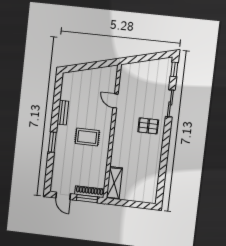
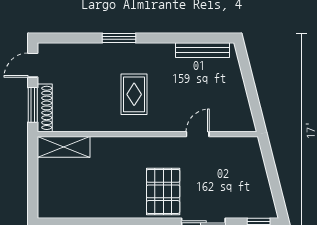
bench: (63, 113) -> (203, 50), moved, width x1.36
pallet: (148, 126) -> (163, 191), width x1.50, depth x1.42

